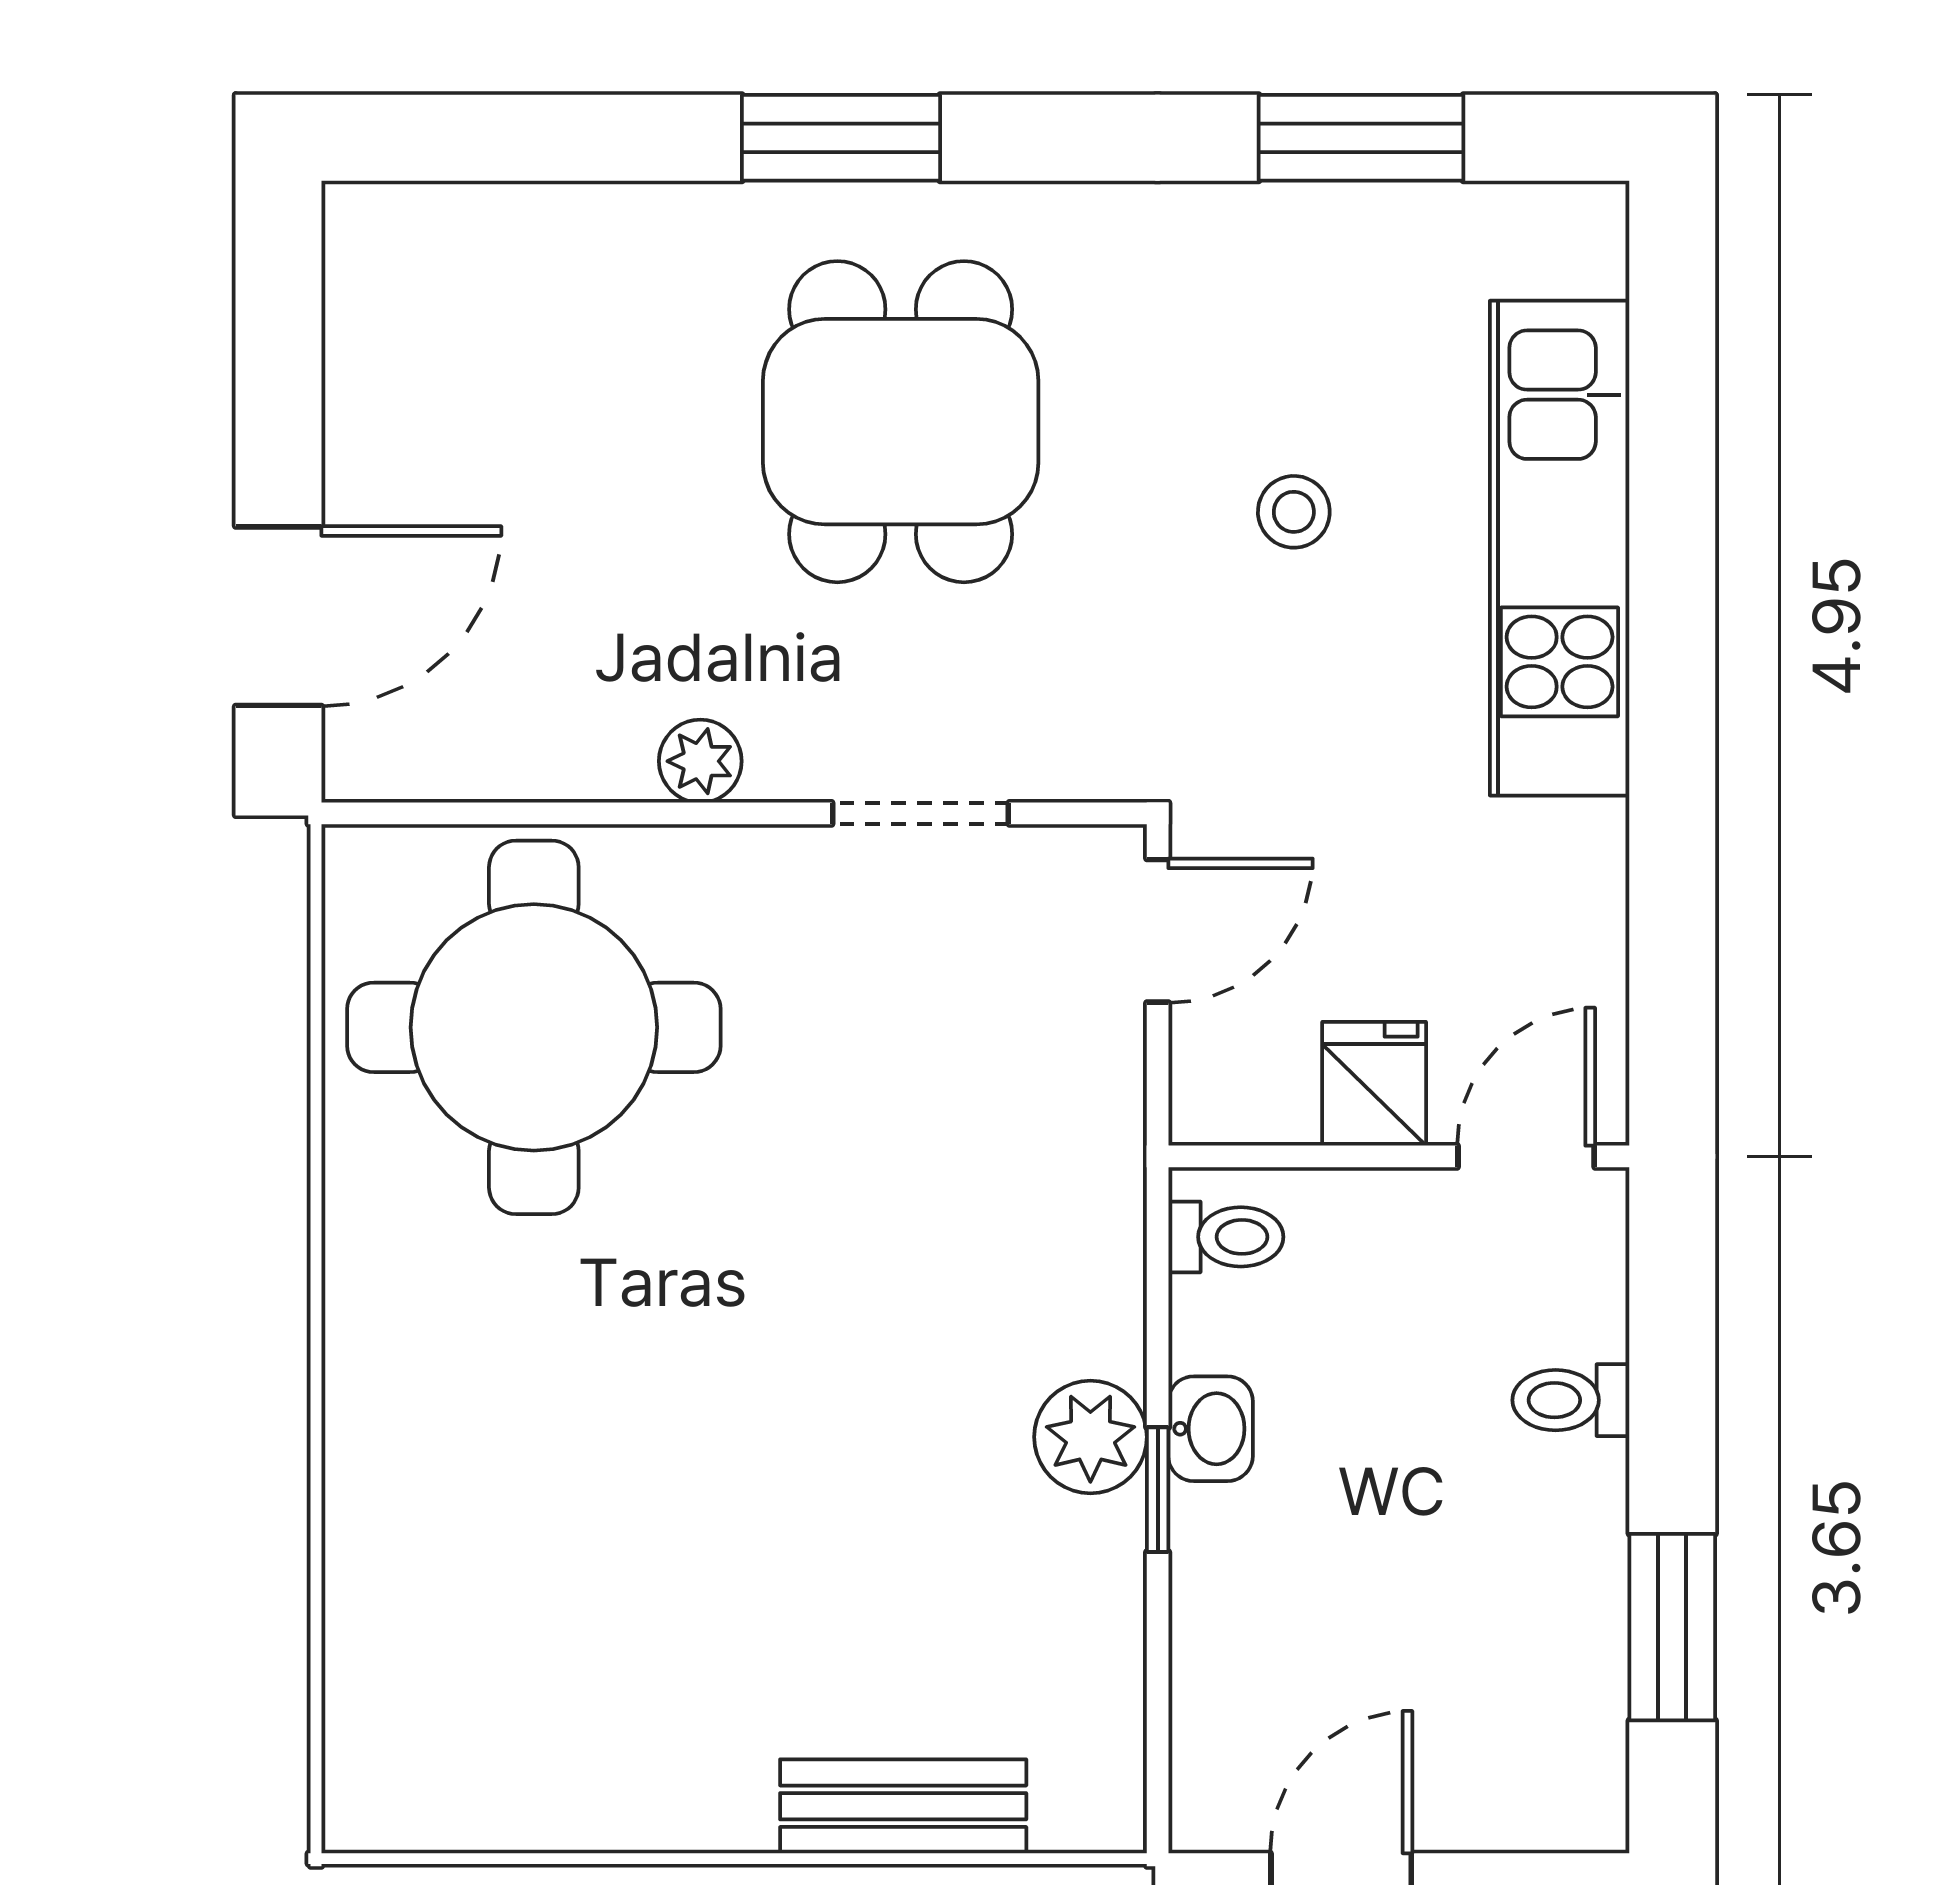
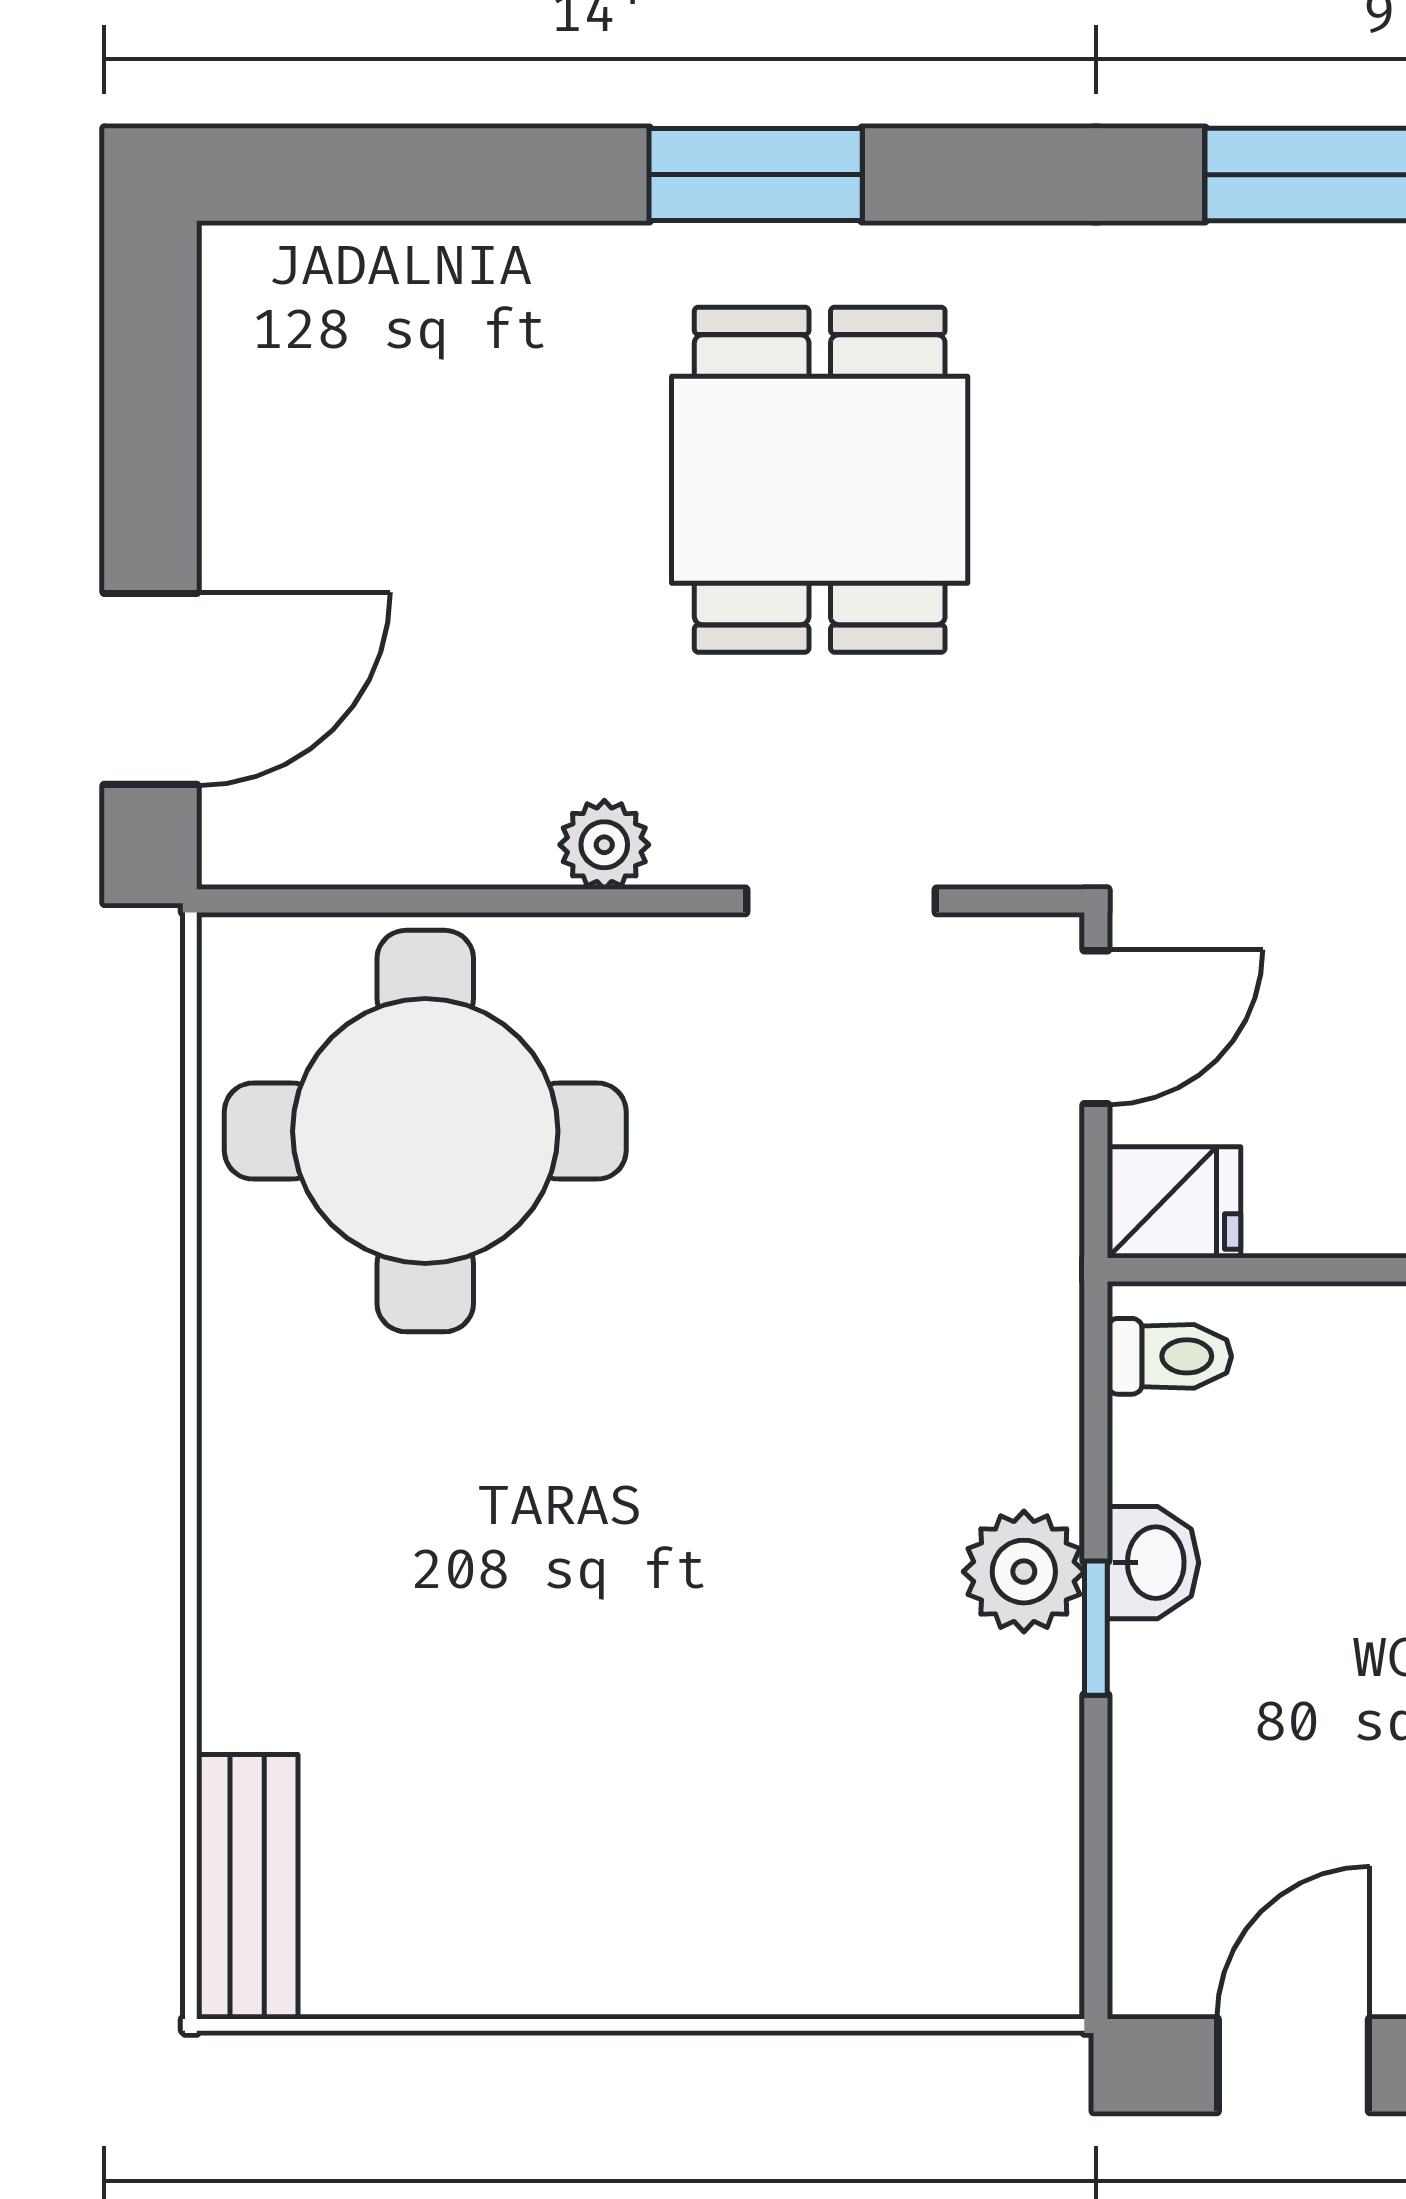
stool: (1294, 512) -> (1243, 577), removed
fridge: (1374, 1084) -> (1174, 1202), moved, turned 90
bench: (903, 1806) -> (247, 1887), moved, turned 90

